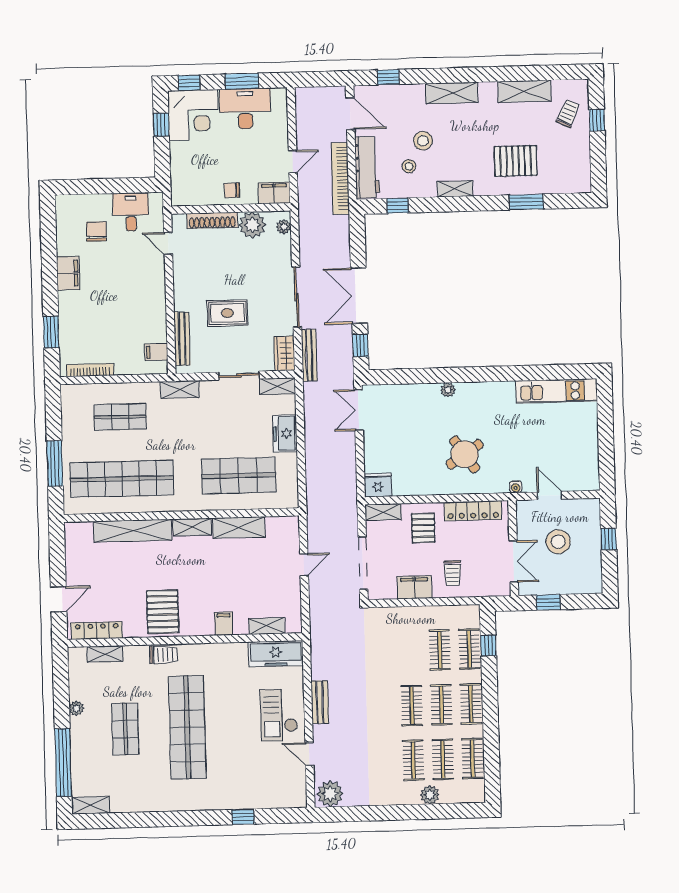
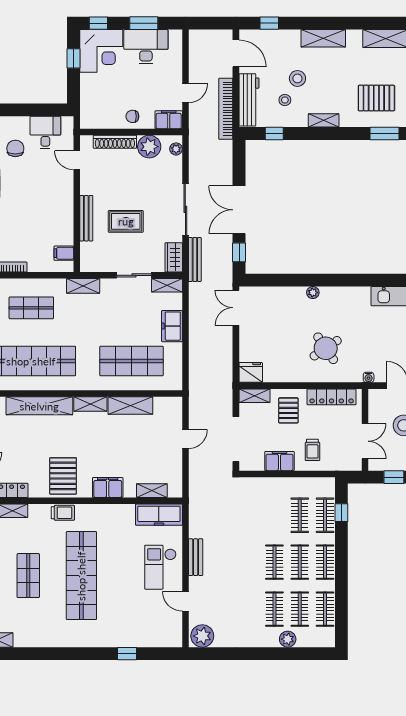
bench: (182, 339) -> (86, 218), moved
filing cabinet: (224, 624) -> (108, 487), width x2.00

